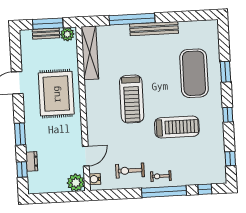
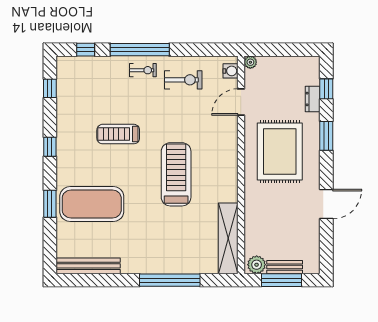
bench: (154, 29) -> (88, 266), moved
exercise mat: (194, 73) -> (92, 204), turned 90
rug: (56, 94) -> (280, 152), moved
treadmill: (177, 127) -> (118, 134), width x0.73, depth x0.73
plant: (76, 183) -> (250, 62), width x0.53, depth x0.53

